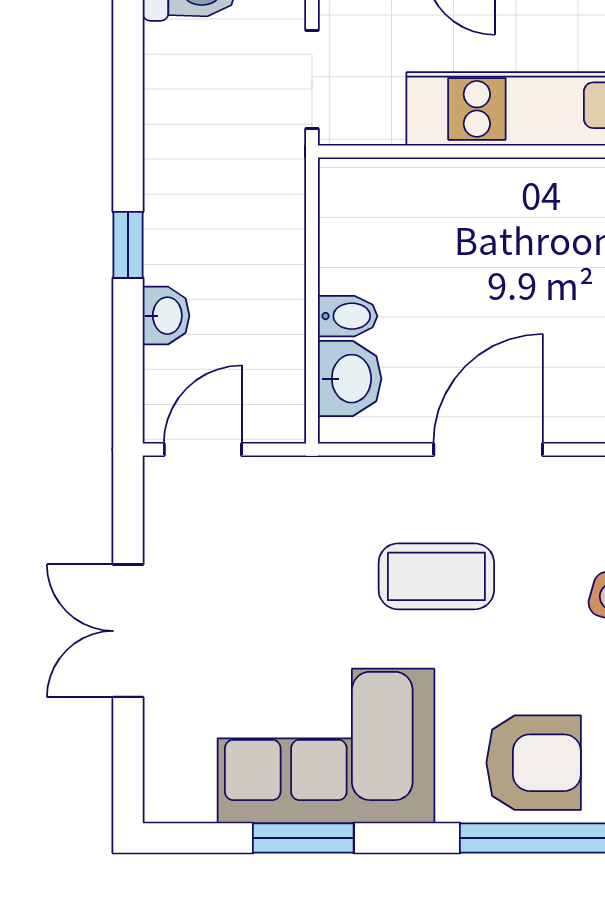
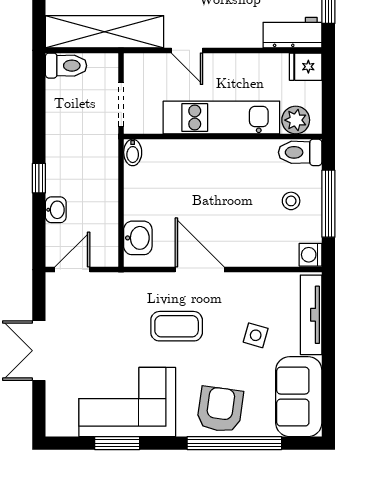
bidet: (348, 316) -> (133, 152), moved, turned 90
door: (488, 449) -> (200, 270), hinge flipped
armchair: (534, 763) -> (220, 409), turned -82

